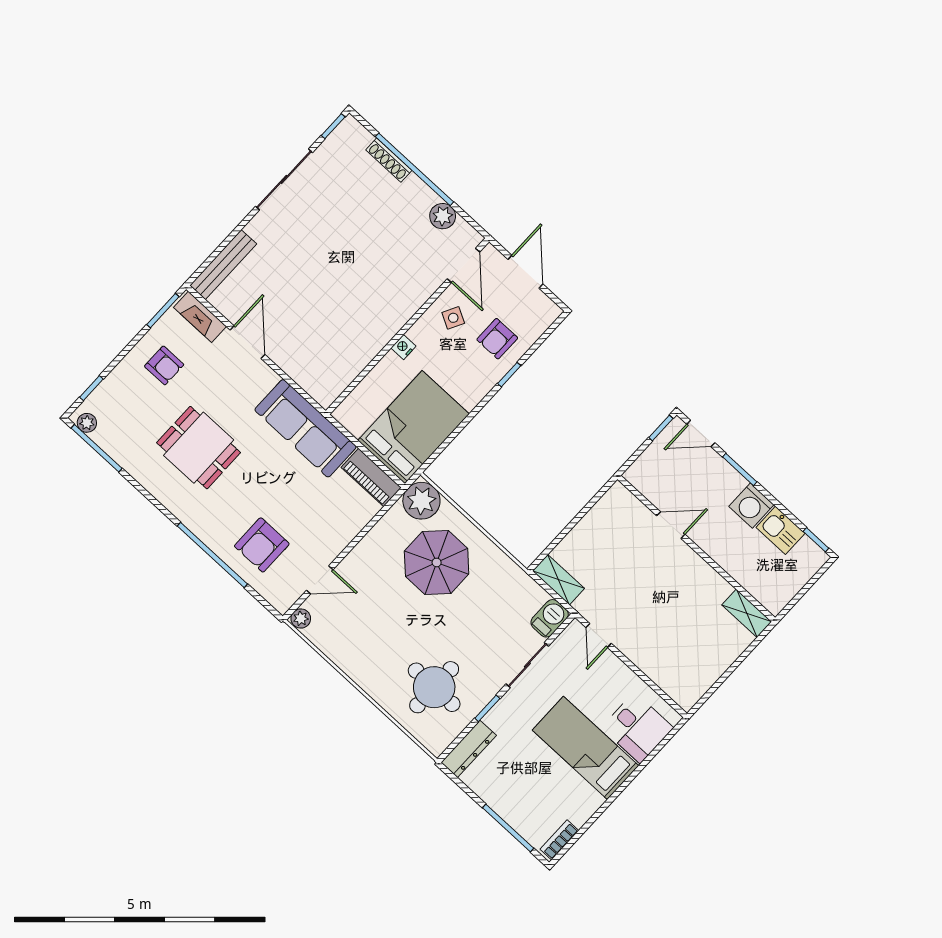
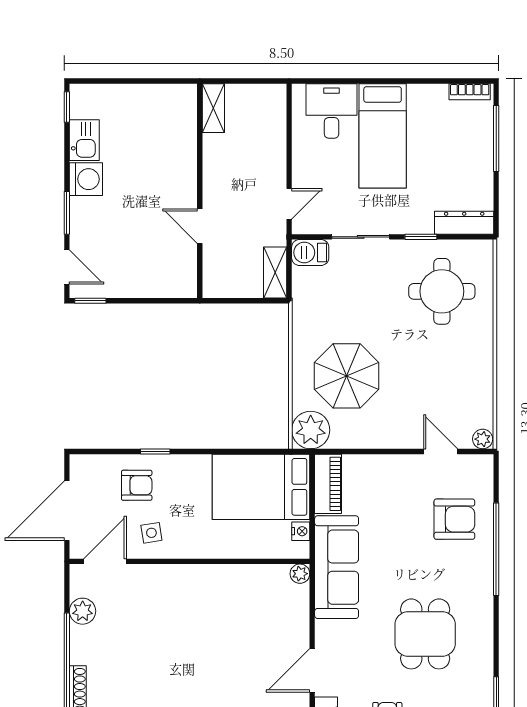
door: (525, 272) -> (67, 511), width x1.36
side table: (453, 318) -> (151, 533), turned -37
nightstand: (403, 347) -> (301, 531), moved, turned -90
plant: (325, 398) -> (300, 574), added
door: (671, 525) -> (200, 226), moved
wall: (696, 548) -> (200, 191), moved
shelving: (747, 613) -> (213, 108), moved

